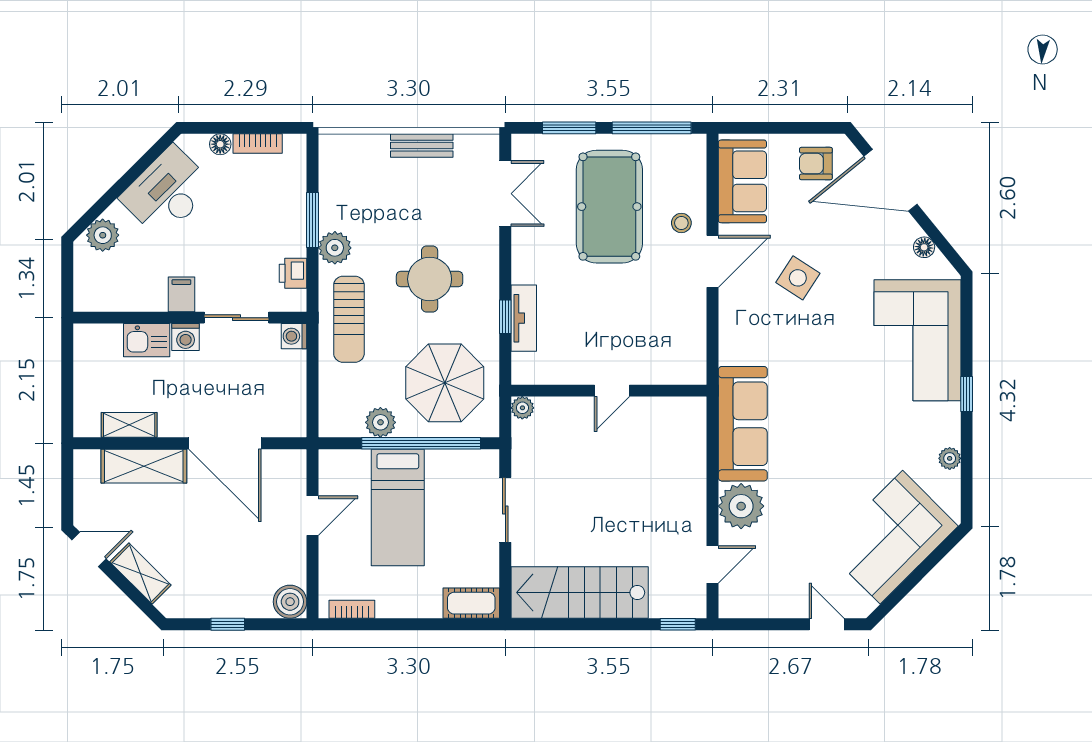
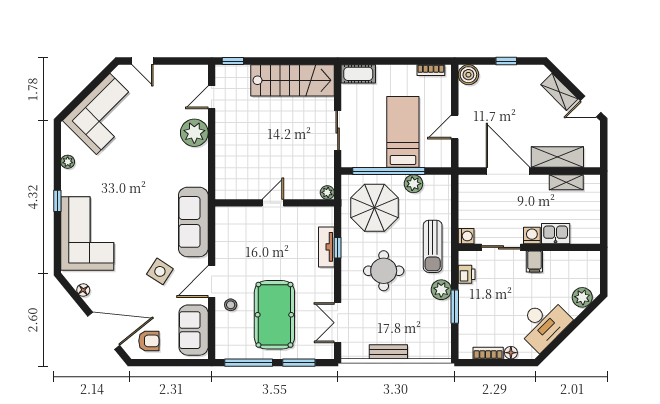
sun lounger: (349, 319) -> (433, 246), turned 180
sofa: (743, 424) -> (193, 222), moved

